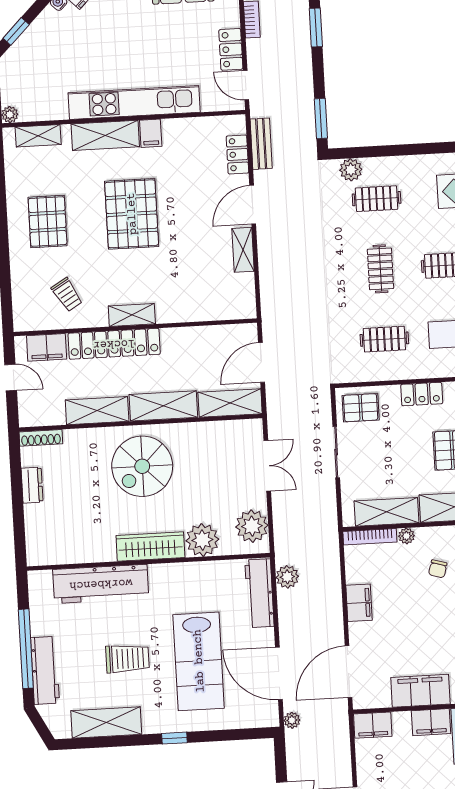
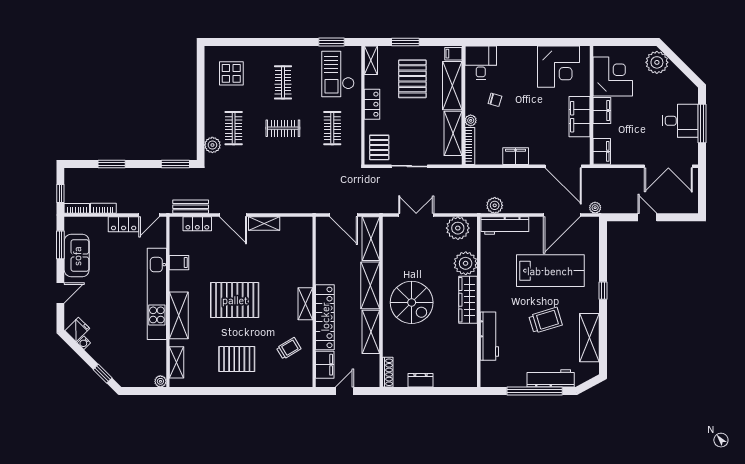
filing cabinet: (151, 133) -> (179, 263), moved
workbench: (101, 584) -> (489, 336), width x0.73, depth x0.76
trolley: (127, 659) -> (546, 320), turned 73

